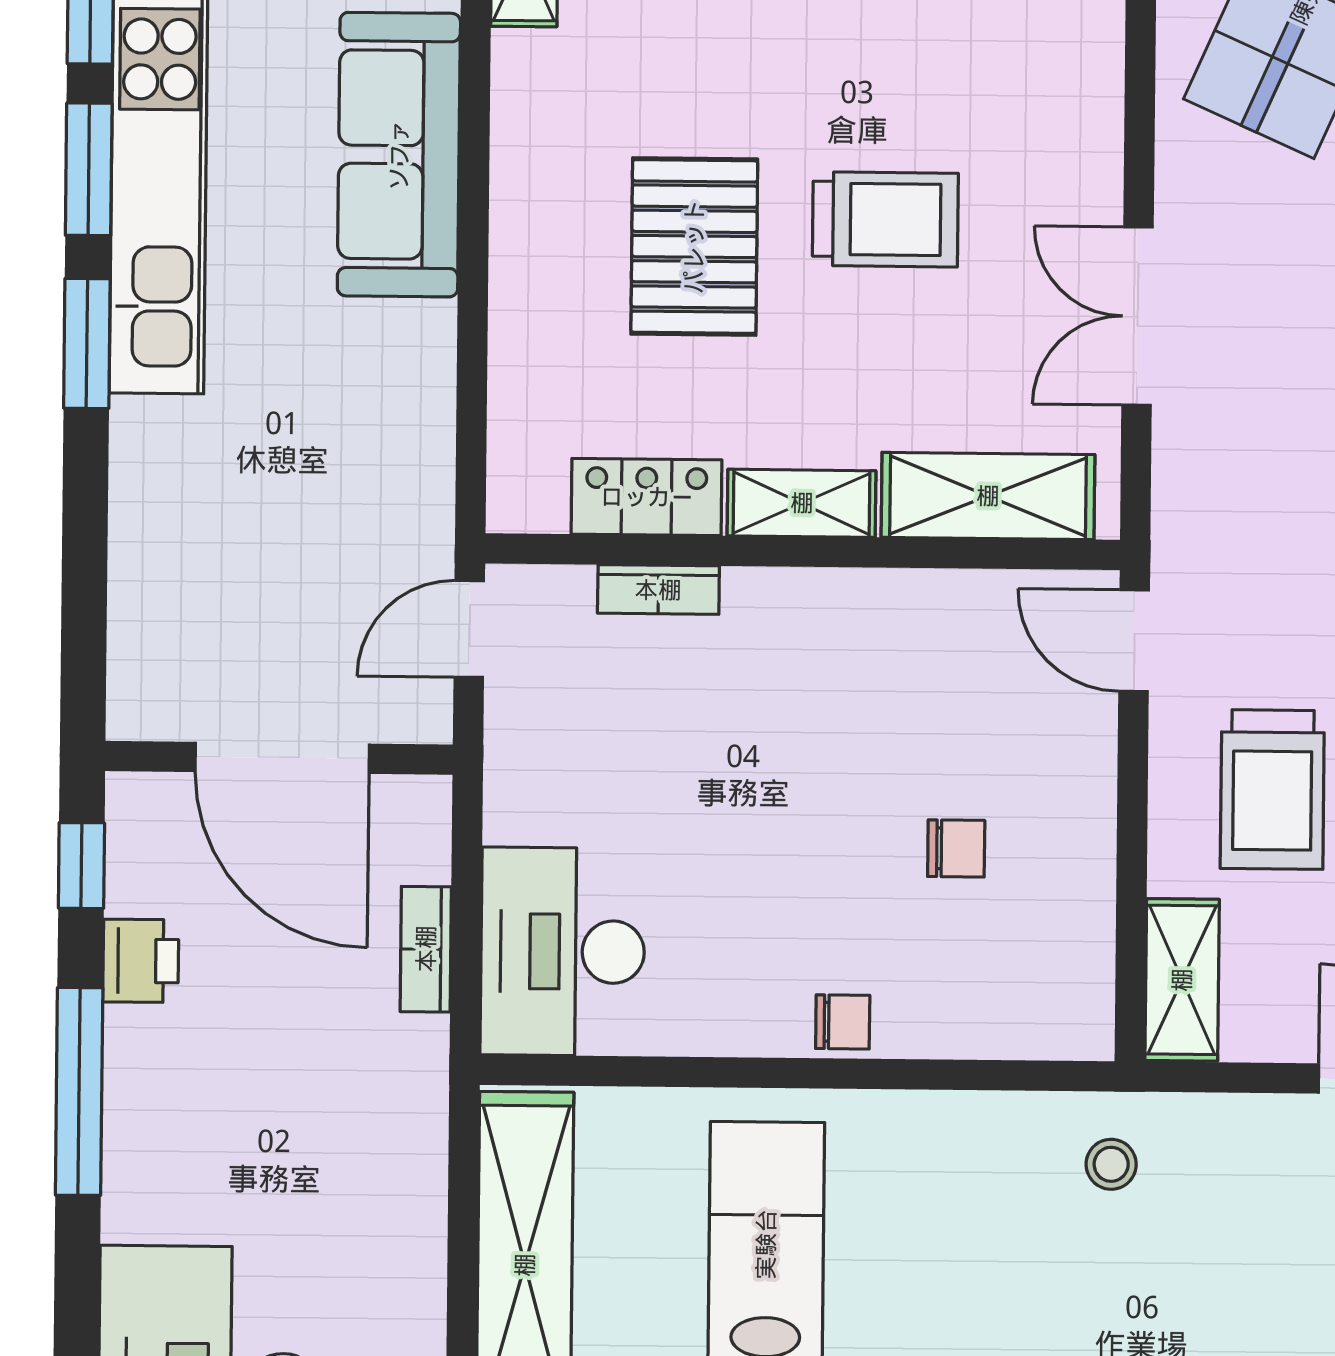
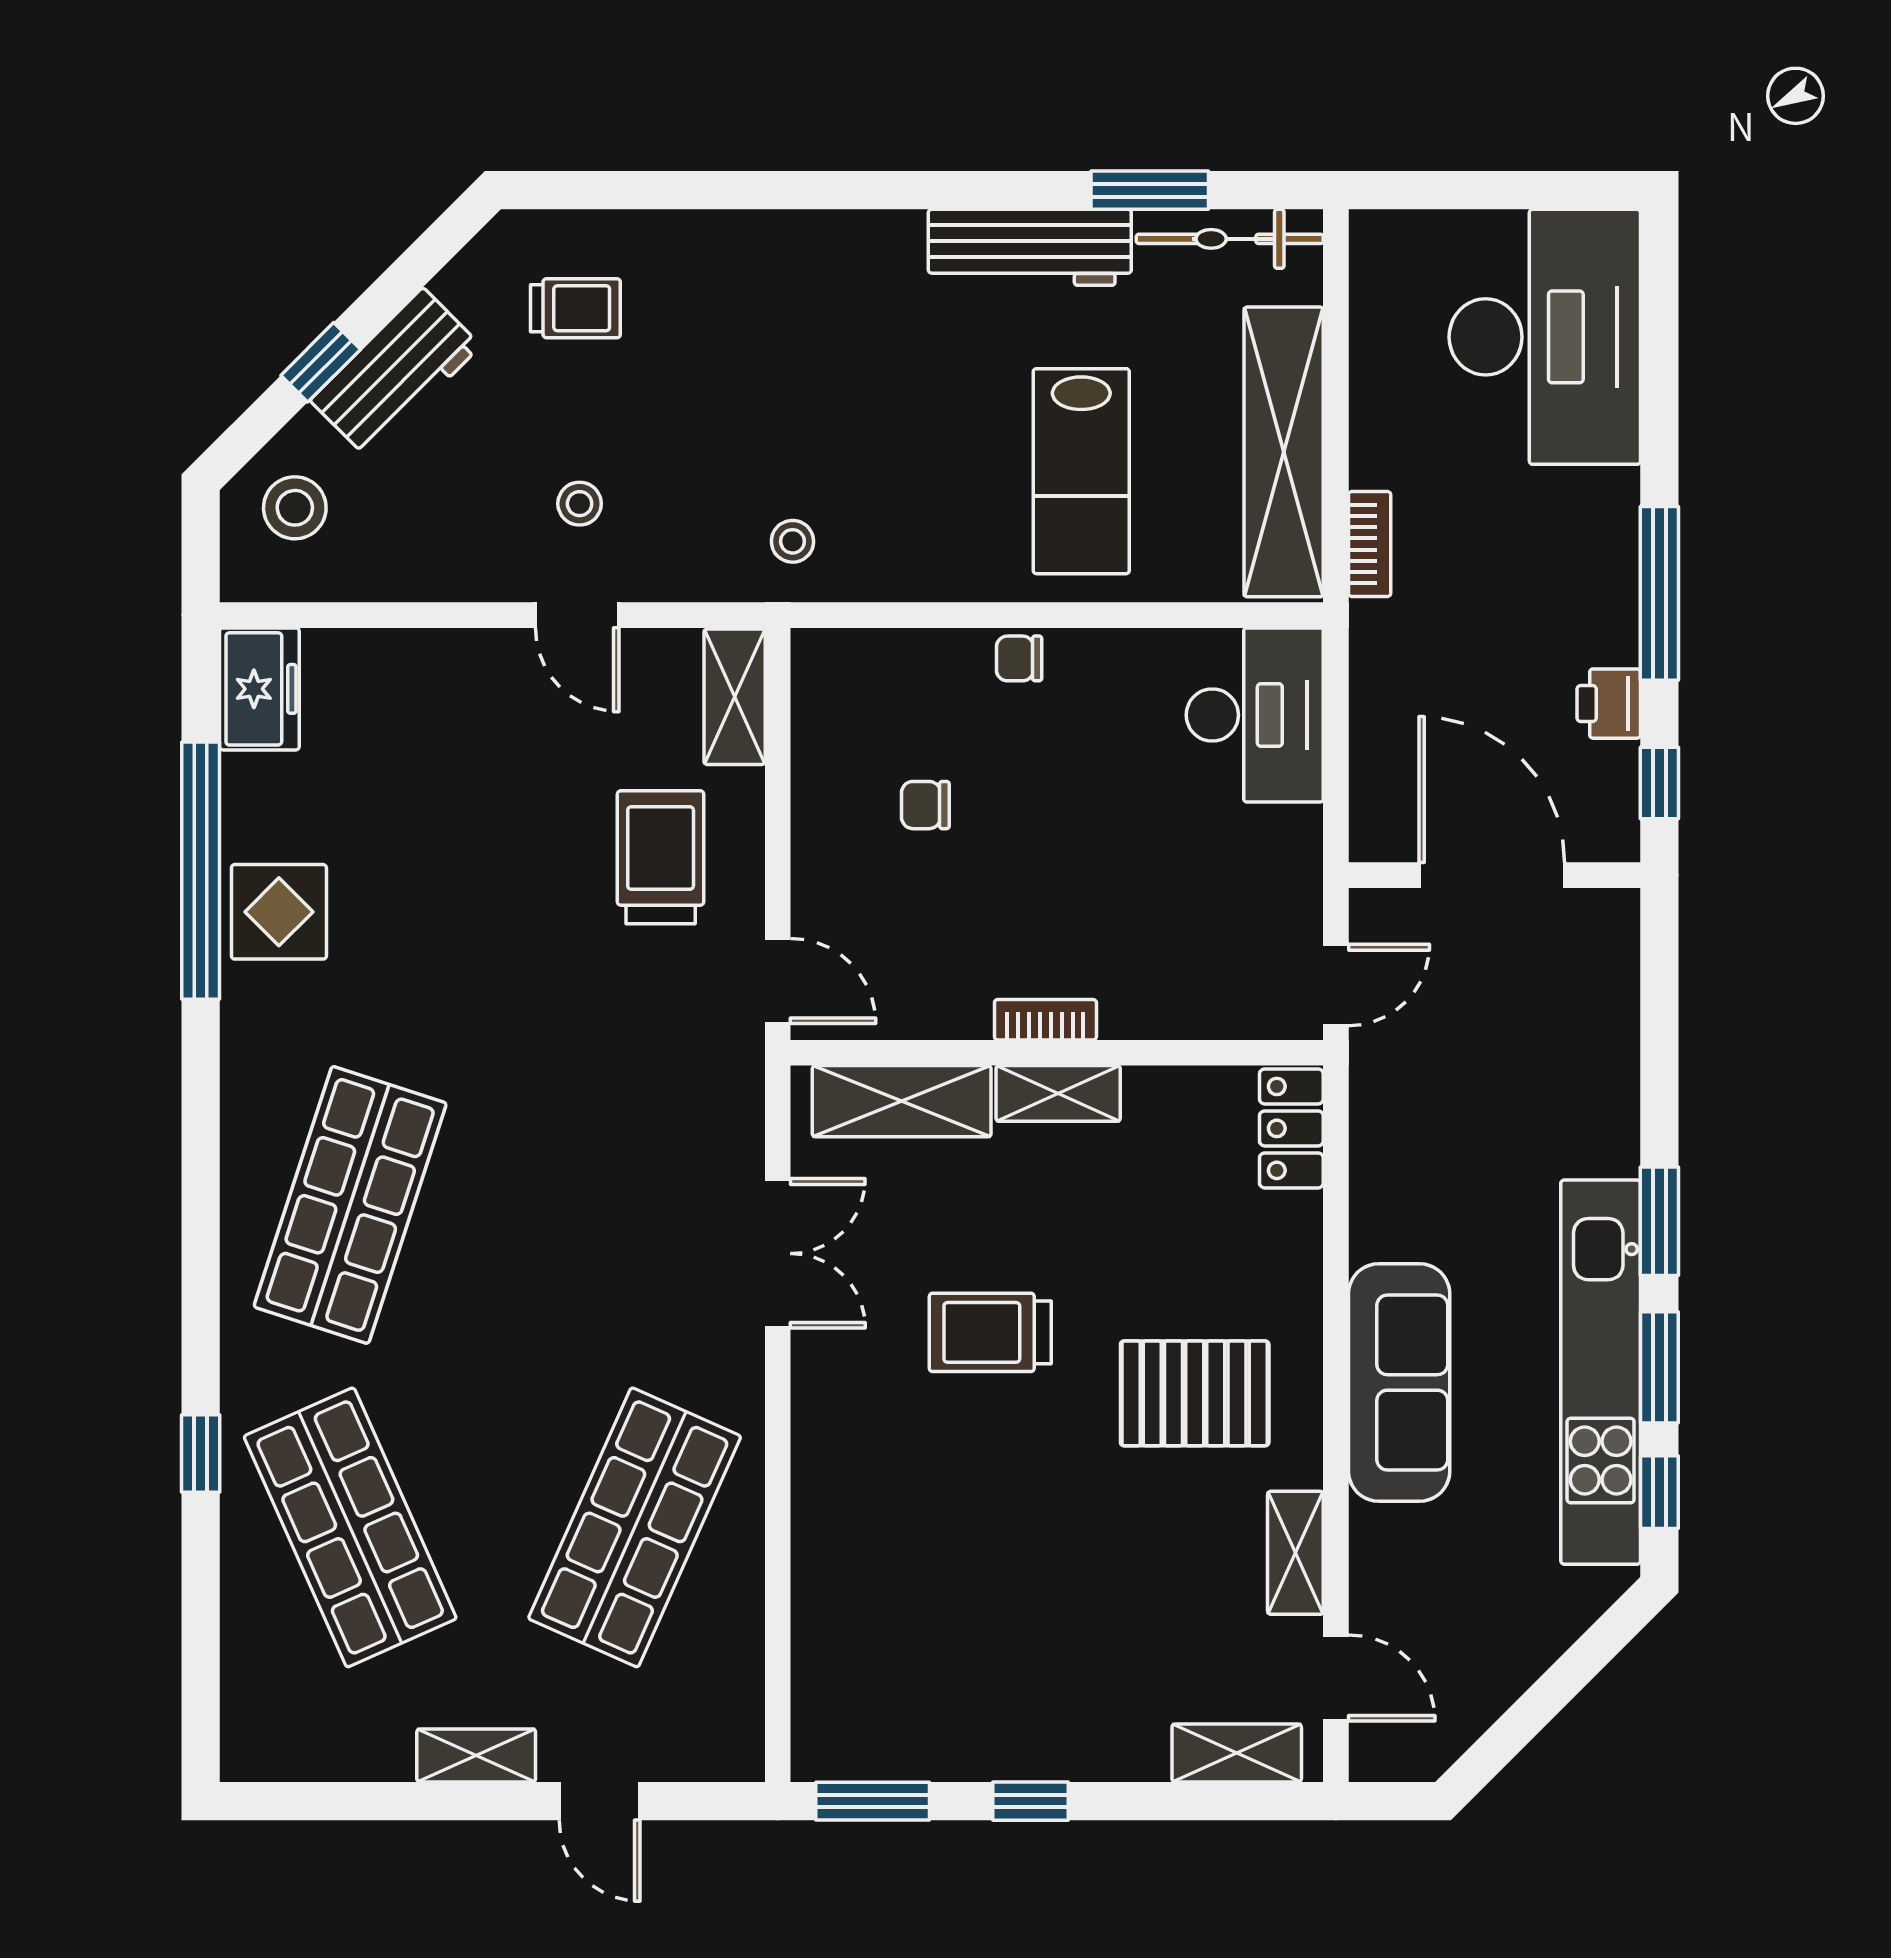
pallet: (694, 247) -> (1195, 1393), moved, turned 90
locker: (647, 497) -> (1291, 1128), moved, turned 90
bookcase: (658, 590) -> (1045, 1020), moved
bookcase: (426, 949) -> (1370, 544), moved

